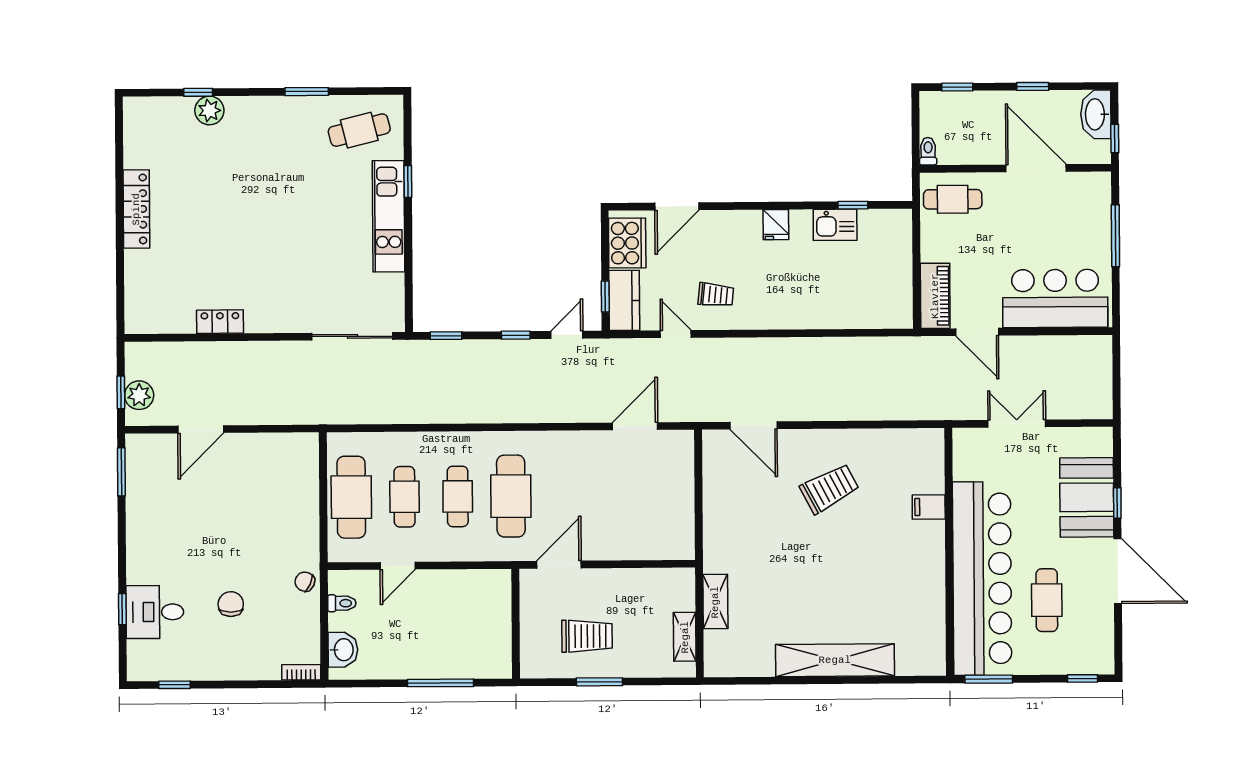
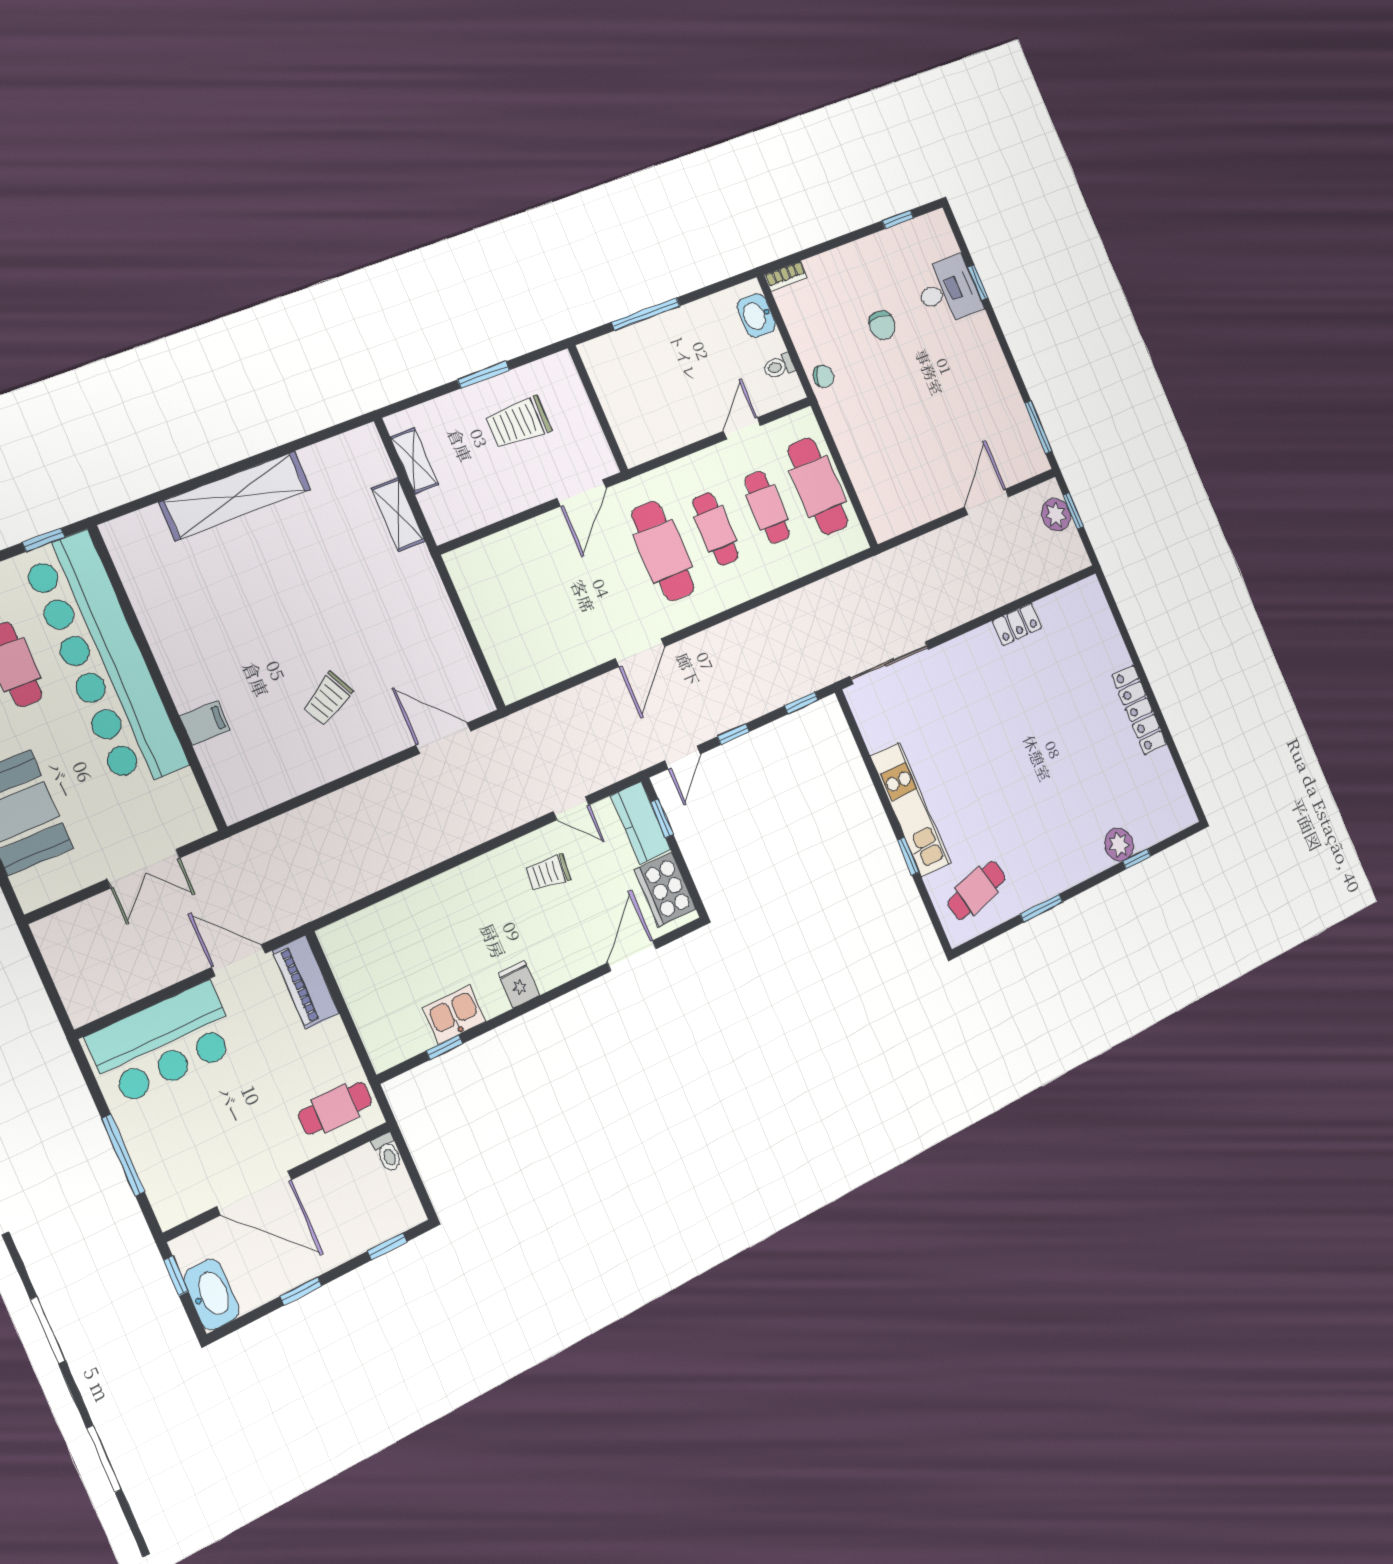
door: (635, 426) -> (640, 653), moved
trolley: (829, 488) -> (328, 699), width x0.73, depth x0.72
window: (989, 679) -> (44, 540), width x0.67

